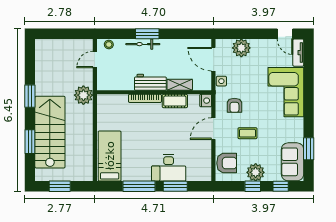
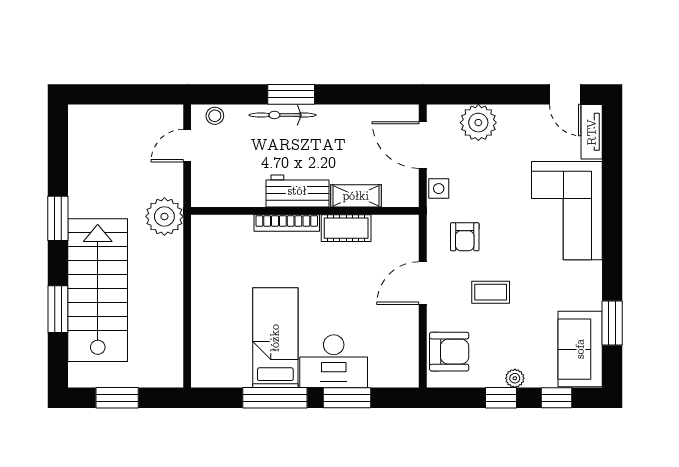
nightstand: (206, 101) -> (407, 227), removed
bed: (110, 156) -> (275, 338), moved
plant: (256, 172) -> (515, 378), width x0.53, depth x0.53

